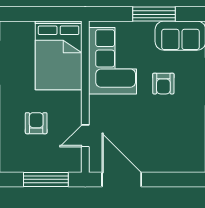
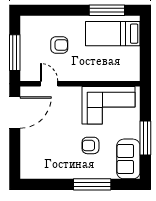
bed: (59, 55) -> (113, 34), moved, width x0.67

